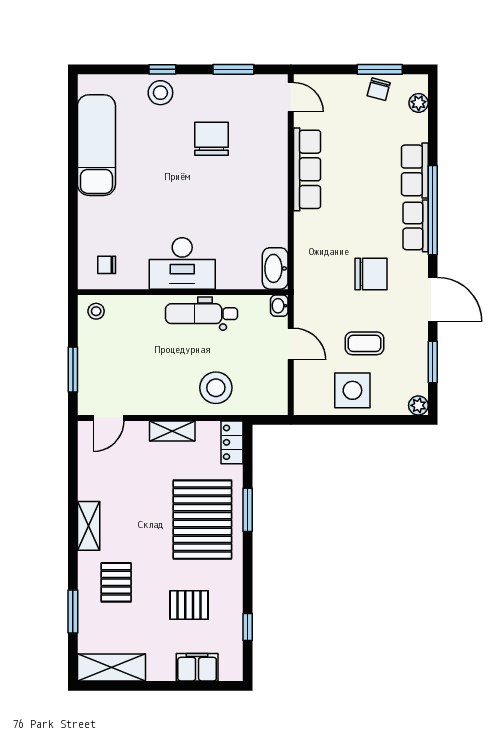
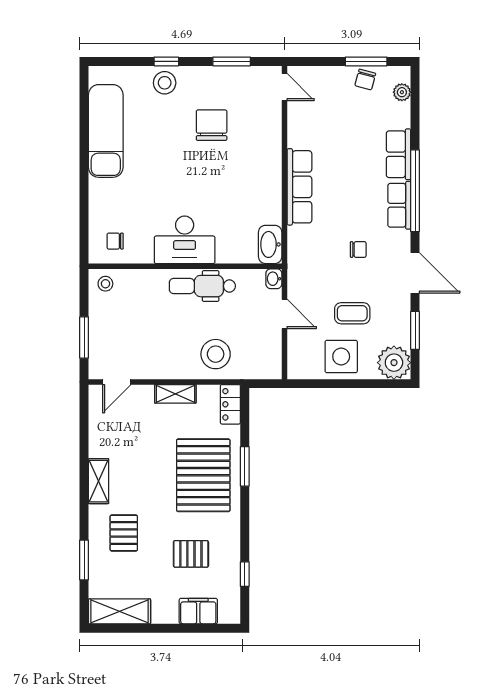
row of seats: (307, 169) -> (299, 187), moved
chair: (371, 274) -> (358, 249), width x0.54, depth x0.54
plant: (418, 405) -> (394, 363), width x1.88, depth x1.88

